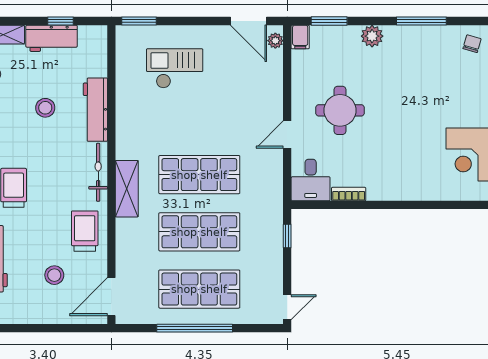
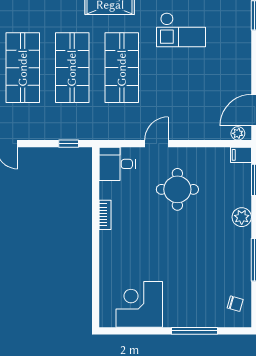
checkout: (175, 68) -> (181, 30), moved, turned 90
door: (287, 134) -> (157, 144), hinge flipped
bookcase: (349, 194) -> (105, 215), moved

